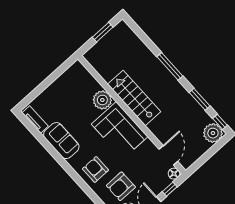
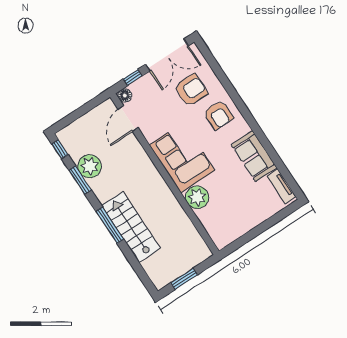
stairs: (134, 98) -> (131, 227), moved, turned 180
plant: (213, 133) -> (90, 166), moved

